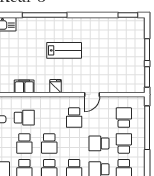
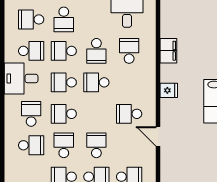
school desk: (24, 118) -> (129, 51), turned 180
school desk: (24, 143) -> (96, 51), turned -90

